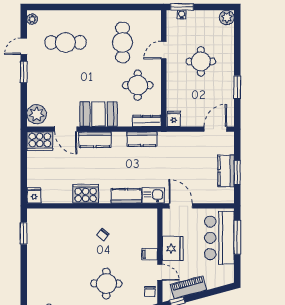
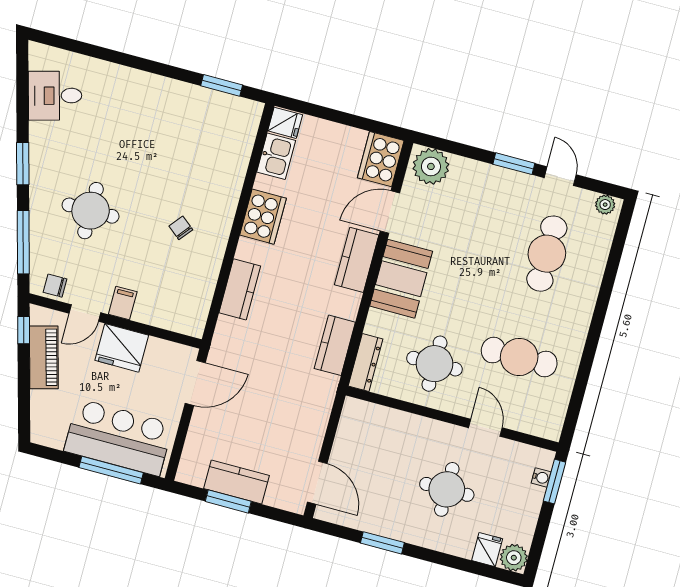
fridge: (174, 119) -> (487, 550), moved, turned -90
kitchen sink: (153, 195) -> (276, 156), moved

